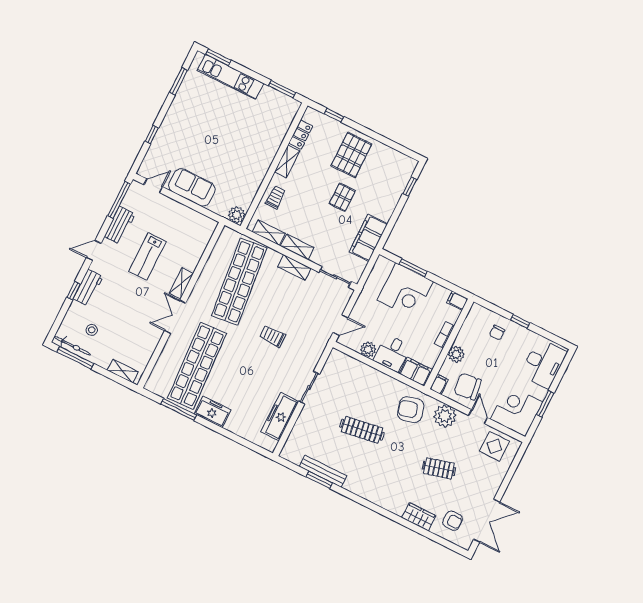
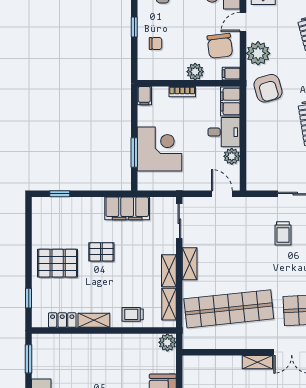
trolley: (273, 336) -> (283, 233), moved

